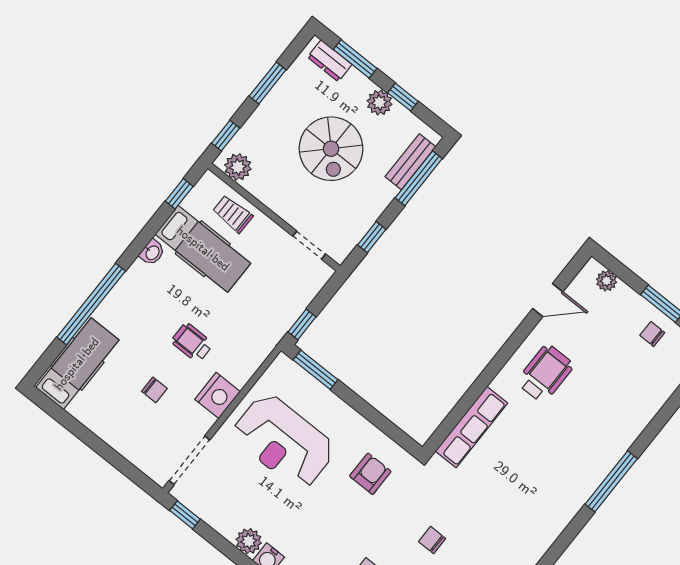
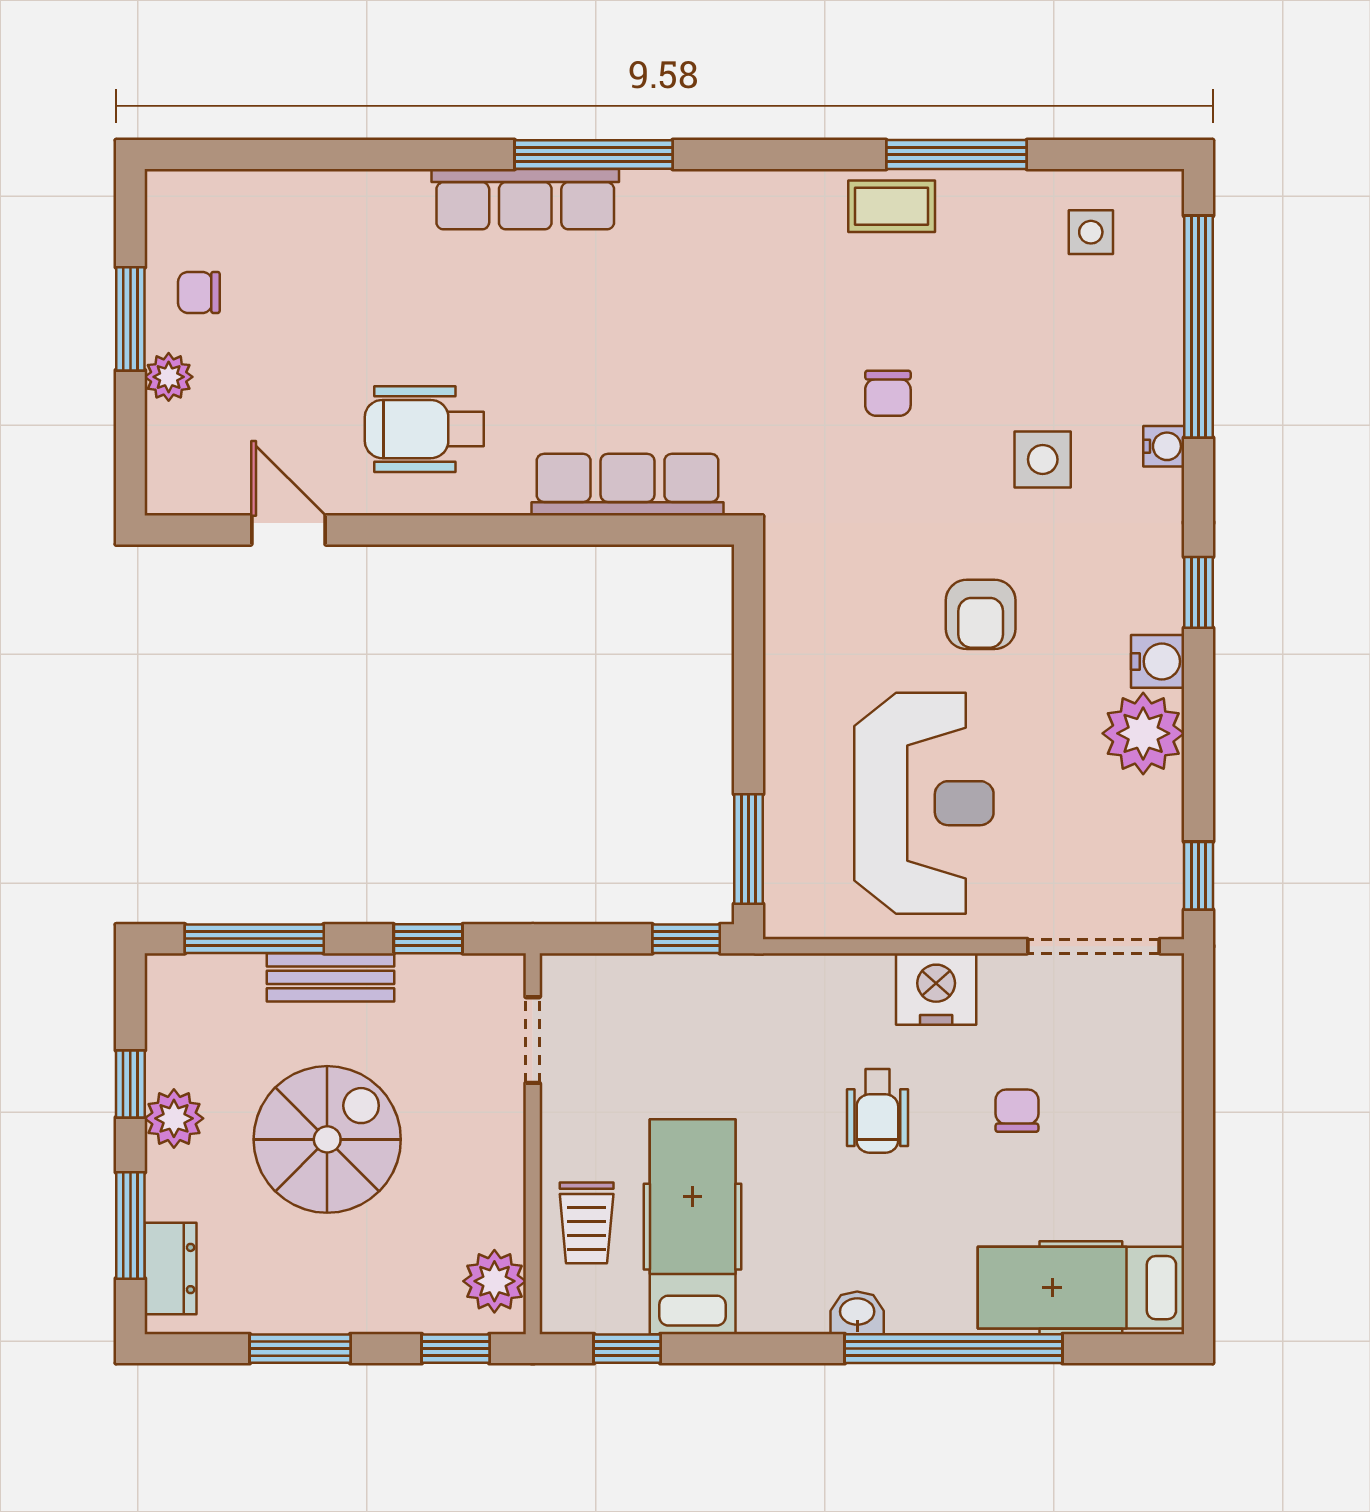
bench: (410, 162) -> (331, 977), moved
washbasin: (152, 252) -> (857, 1313), moved
plant: (607, 281) -> (169, 377), moved
chair: (652, 334) -> (199, 292), turned 90
row of seats: (596, 470) -> (525, 199), added
armchair: (370, 474) -> (981, 614), moved, turned -90
window: (611, 481) -> (594, 155), moved
plant: (249, 541) -> (1143, 733), width x1.36, depth x1.36

